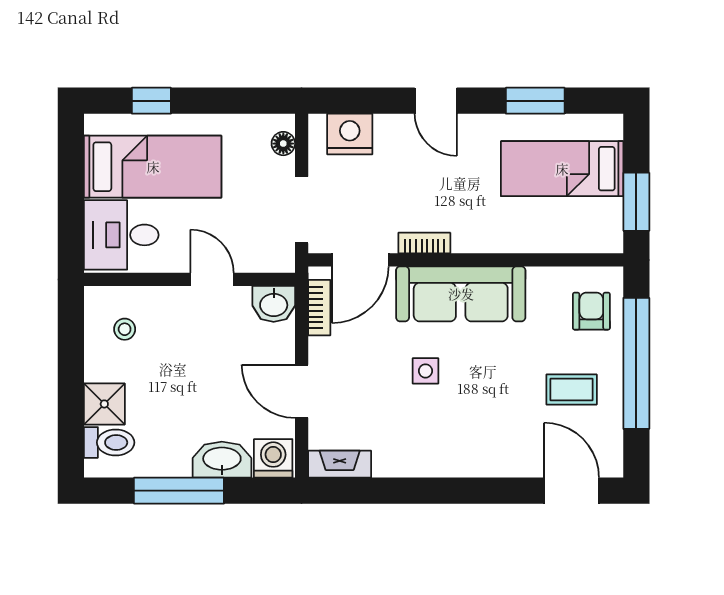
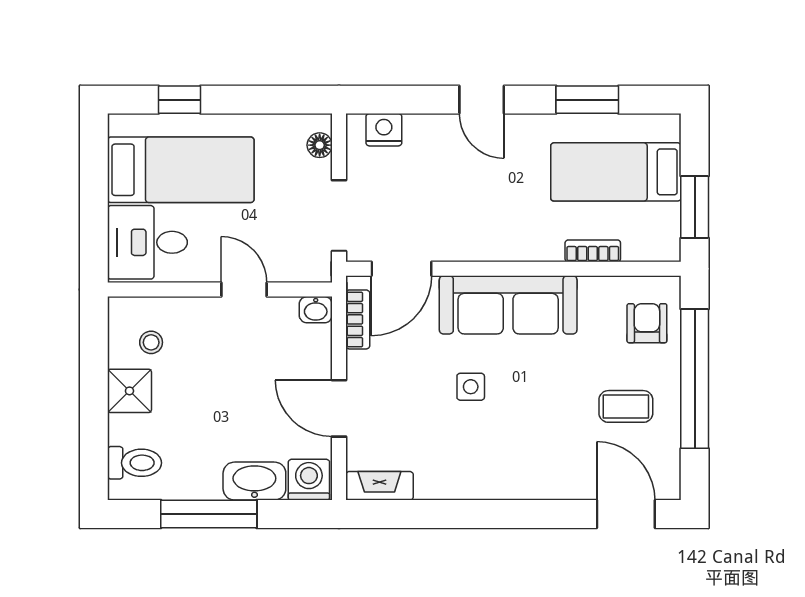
nightstand: (350, 134) -> (384, 130), width x0.74, depth x0.75
bookcase: (424, 243) -> (593, 251), moved
washbasin: (274, 304) -> (316, 310), width x0.72, depth x0.69
shower: (104, 404) -> (129, 391), moved

